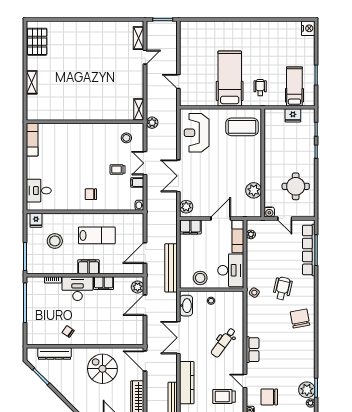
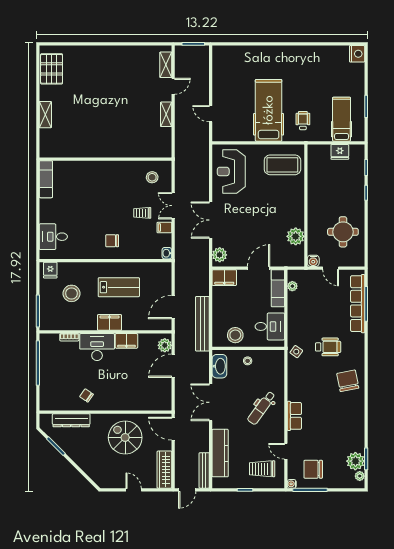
shelving: (139, 110) -> (166, 114), moved
plant: (152, 123) -> (181, 160), removed
desk: (231, 270) -> (270, 326), width x0.73
wheelchair: (283, 288) -> (328, 347), turned 77

